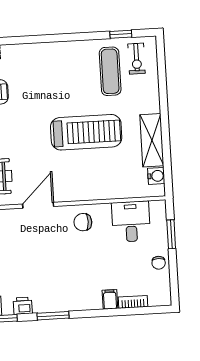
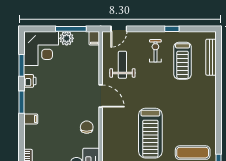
filing cabinet: (110, 299) -> (31, 119), moved

